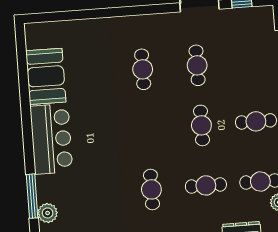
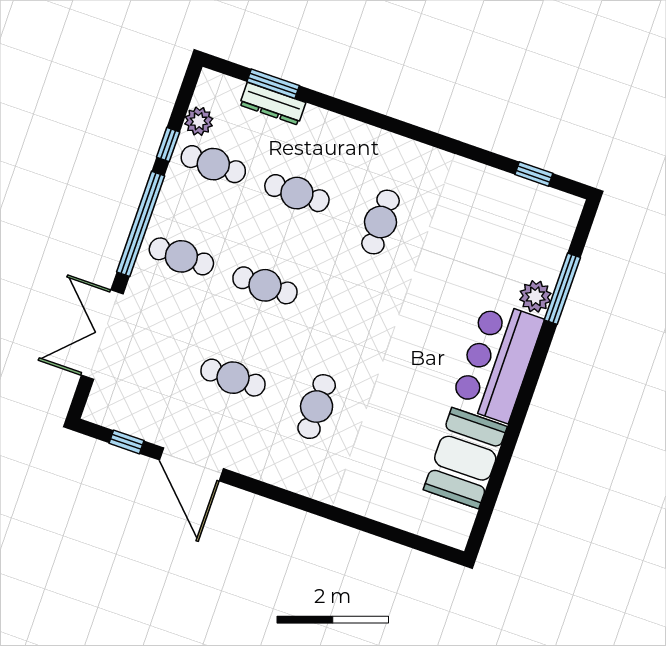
cafe table: (197, 65) -> (233, 378), turned 90
cafe table: (201, 125) -> (265, 285), turned 90
plant: (48, 213) -> (535, 296), moved

